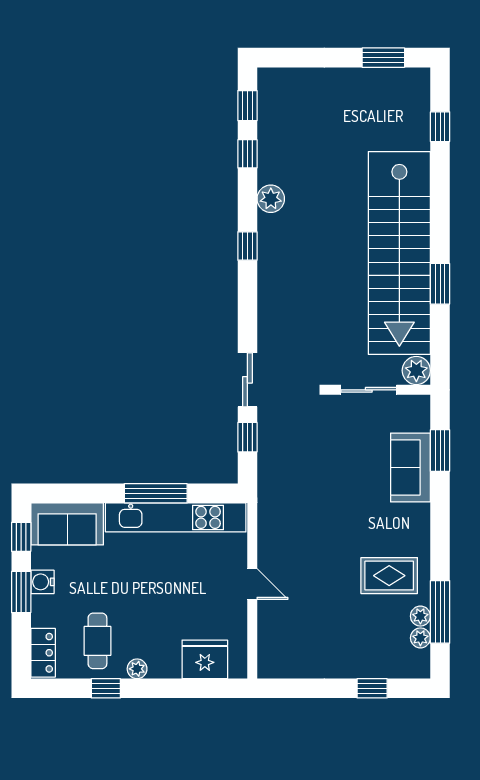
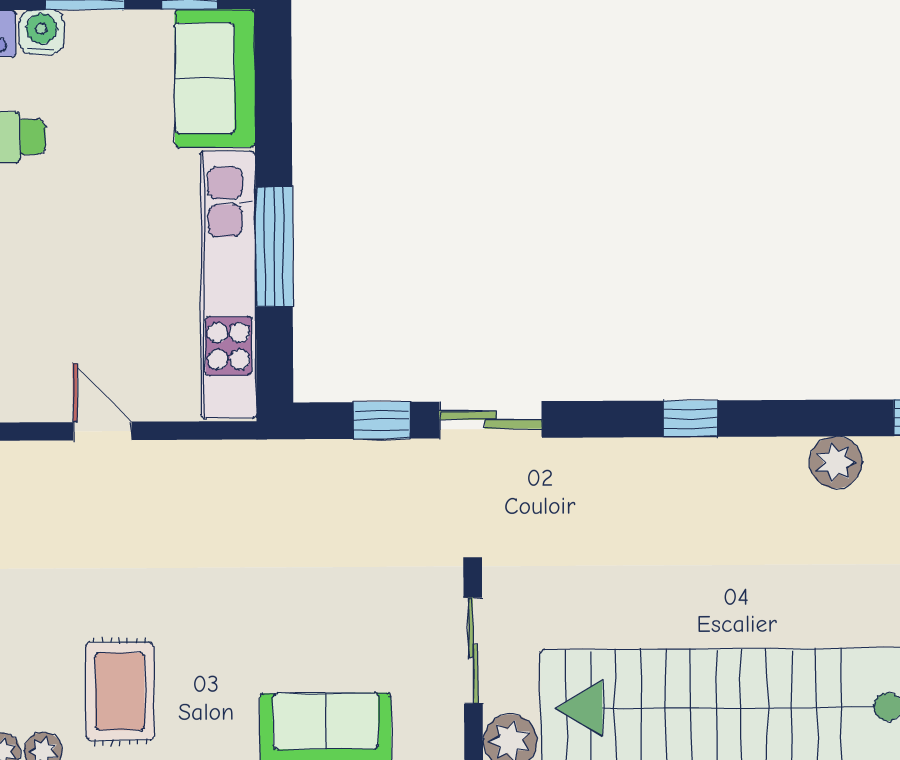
window: (247, 246) -> (691, 419), moved
water cooler: (42, 582) -> (42, 32), moved
door: (252, 584) -> (102, 431), swing flipped

